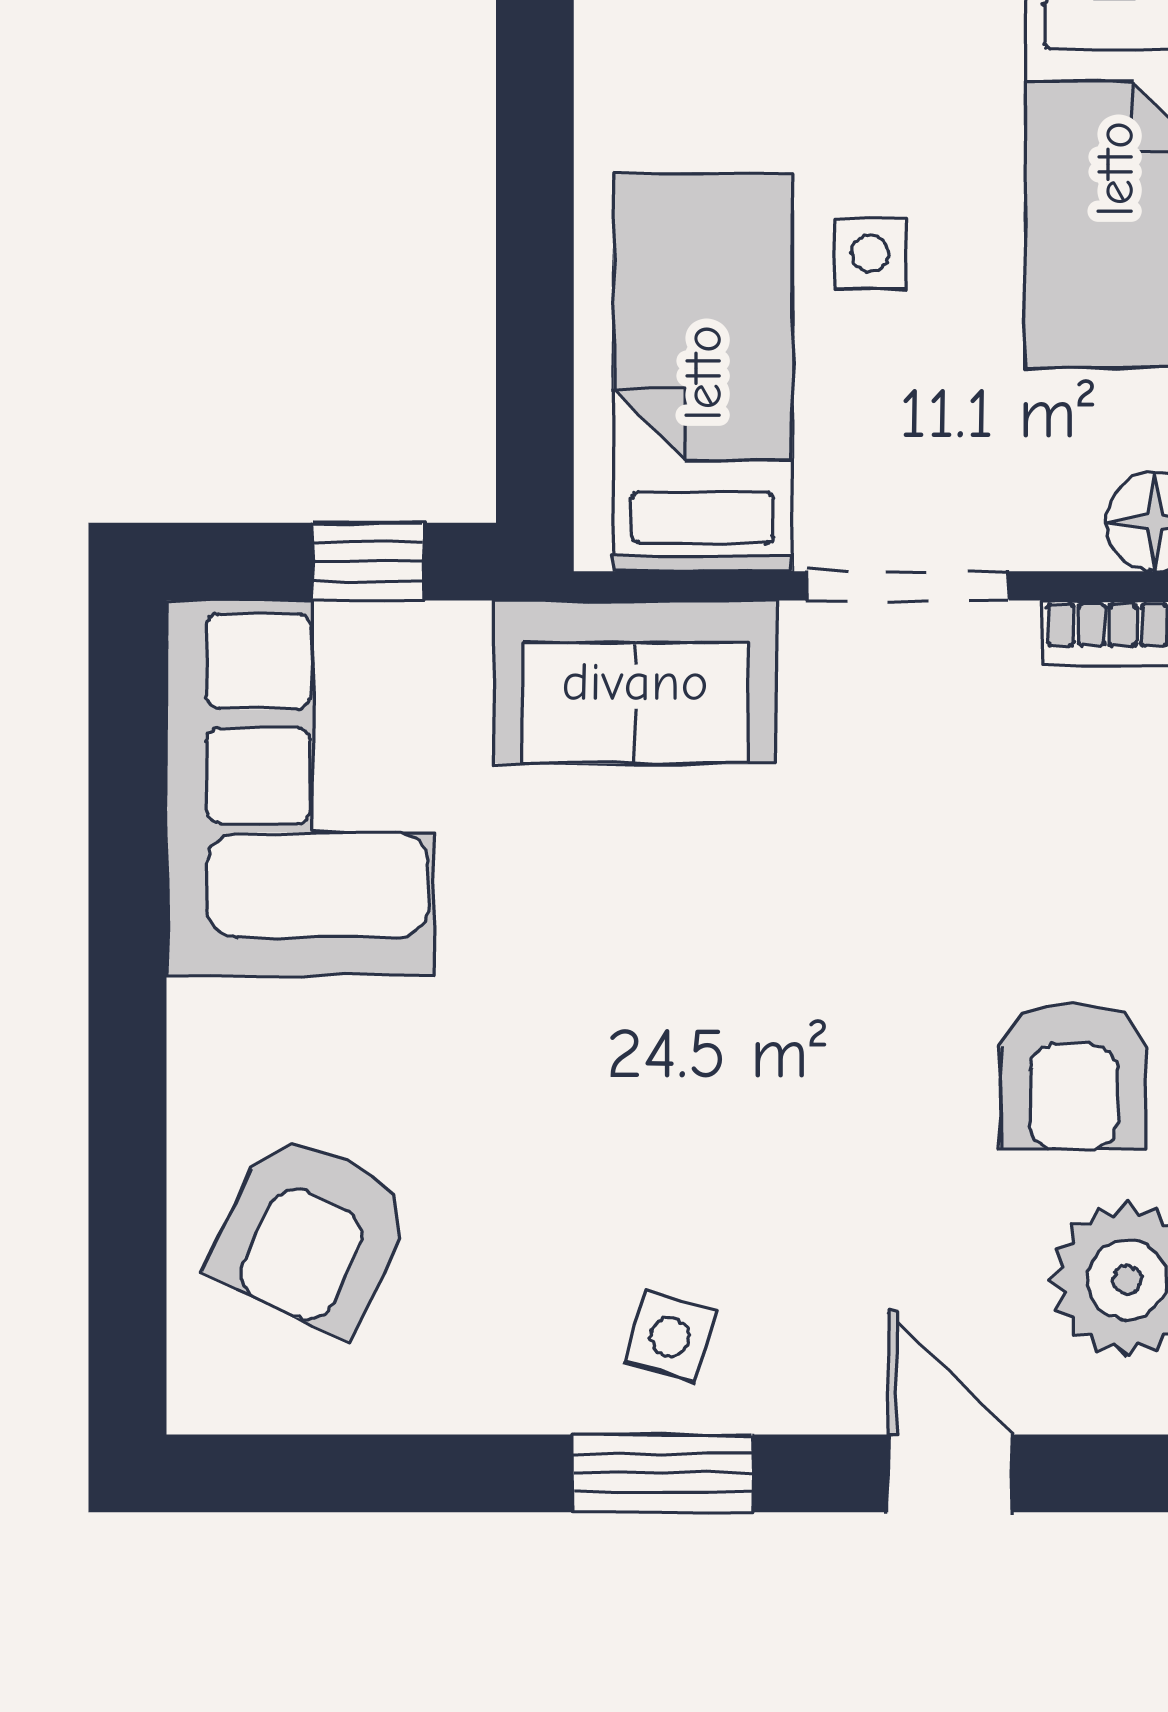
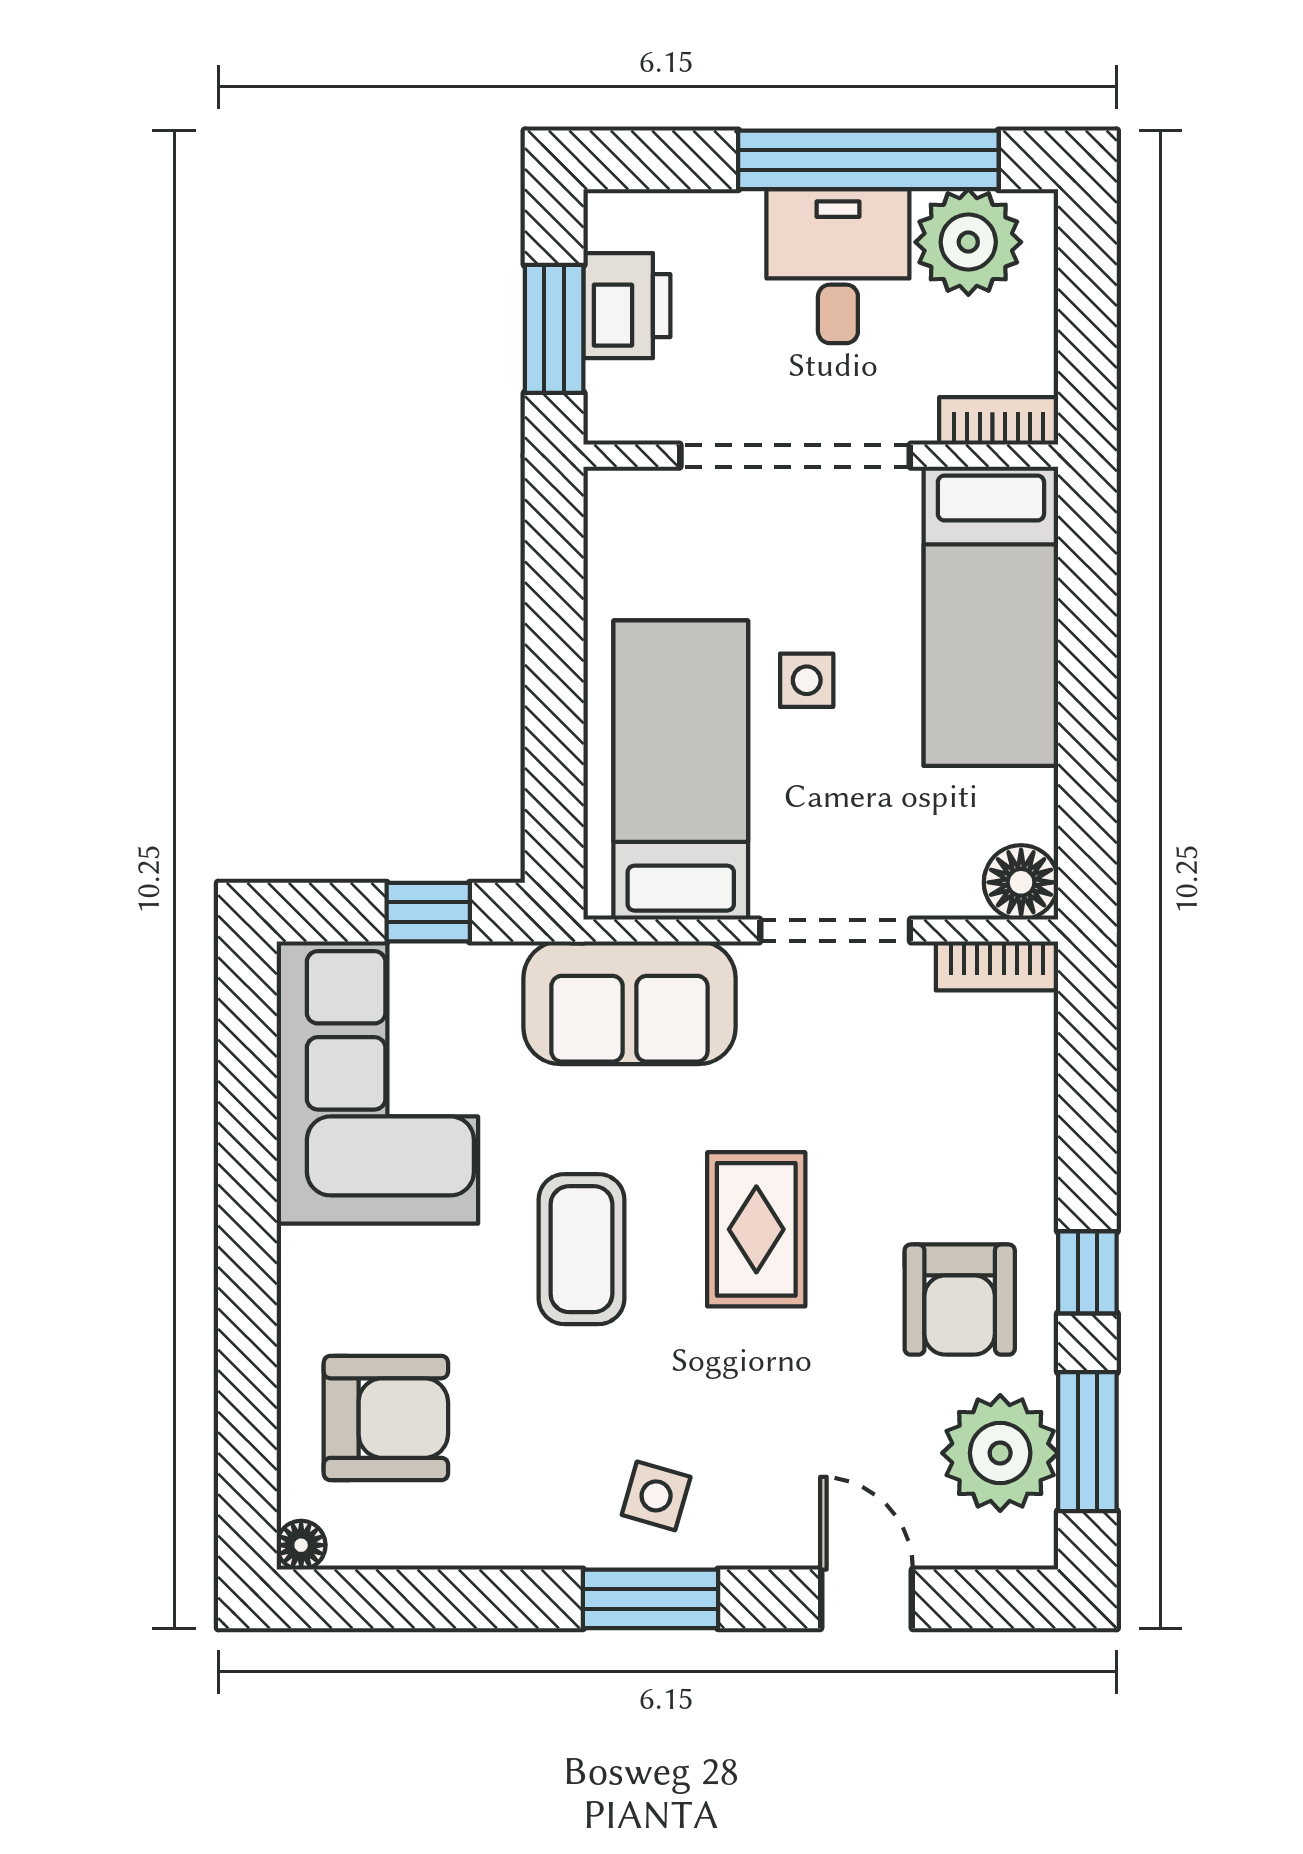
rug: (803, 983) -> (756, 1229), added
coffee table: (571, 1009) -> (581, 1249), added
armchair: (311, 1233) -> (386, 1418), turned -116
floor lamp: (199, 1402) -> (301, 1545), added

